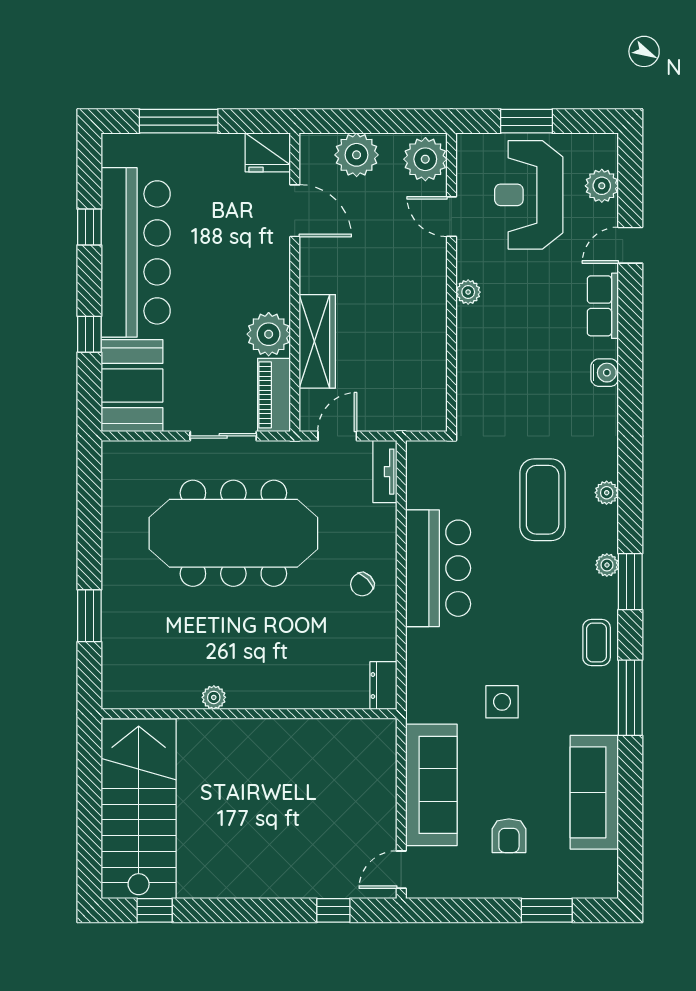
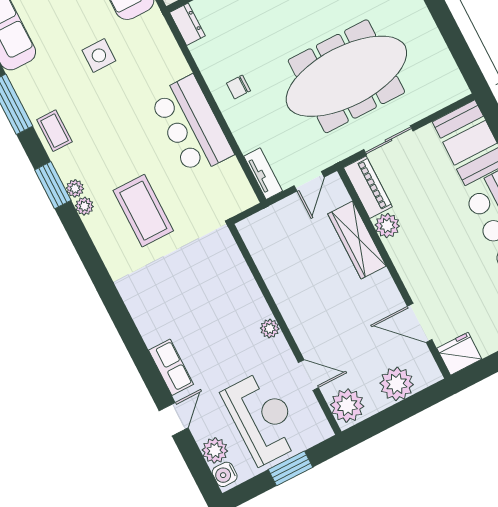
plant: (269, 334) -> (387, 226), width x0.73, depth x0.73
water cooler: (605, 373) -> (225, 474), moved
plant: (607, 493) -> (84, 206), moved
chair: (362, 584) -> (238, 87), turned -135

